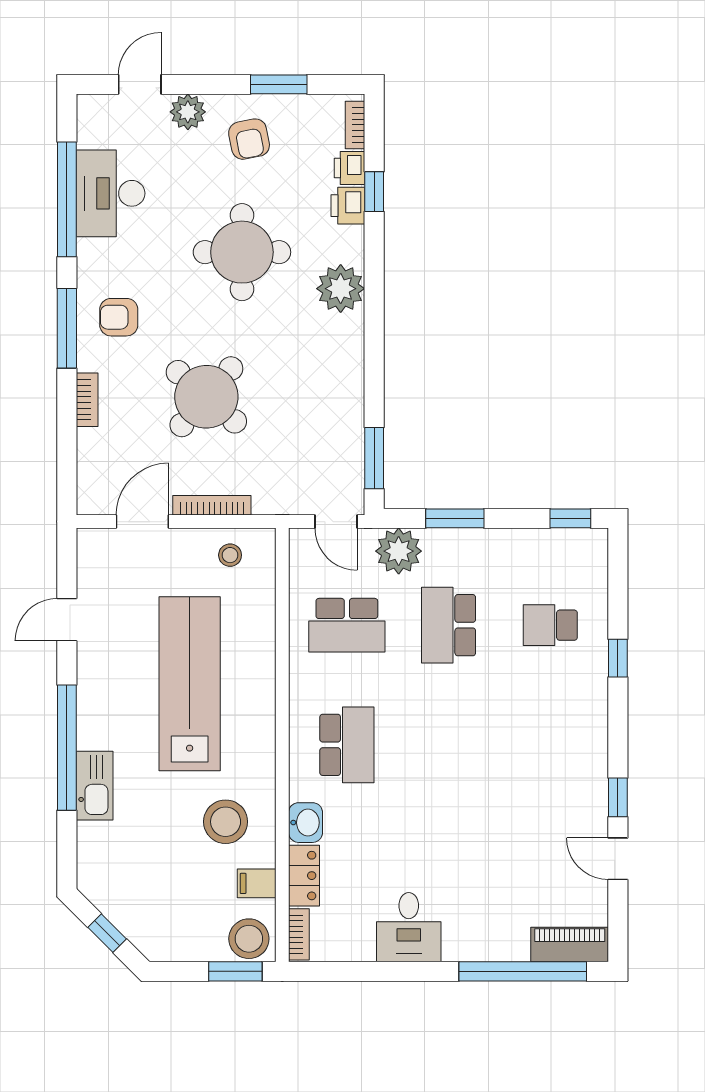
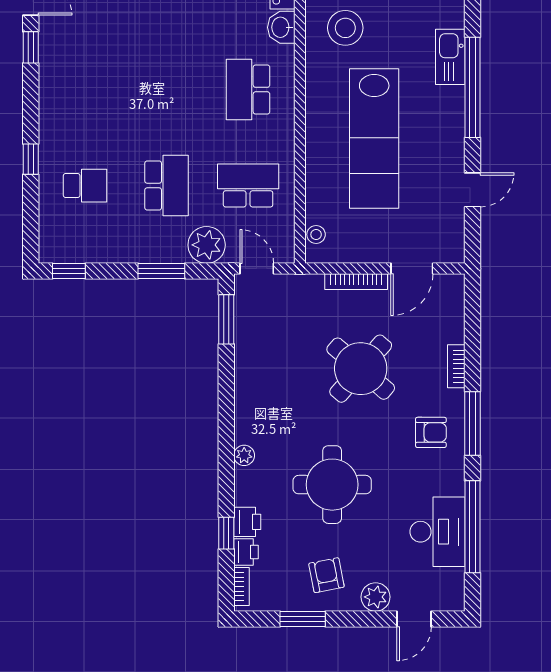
plant: (341, 289) -> (244, 455), width x0.53, depth x0.53
stool: (230, 555) -> (316, 234), moved

